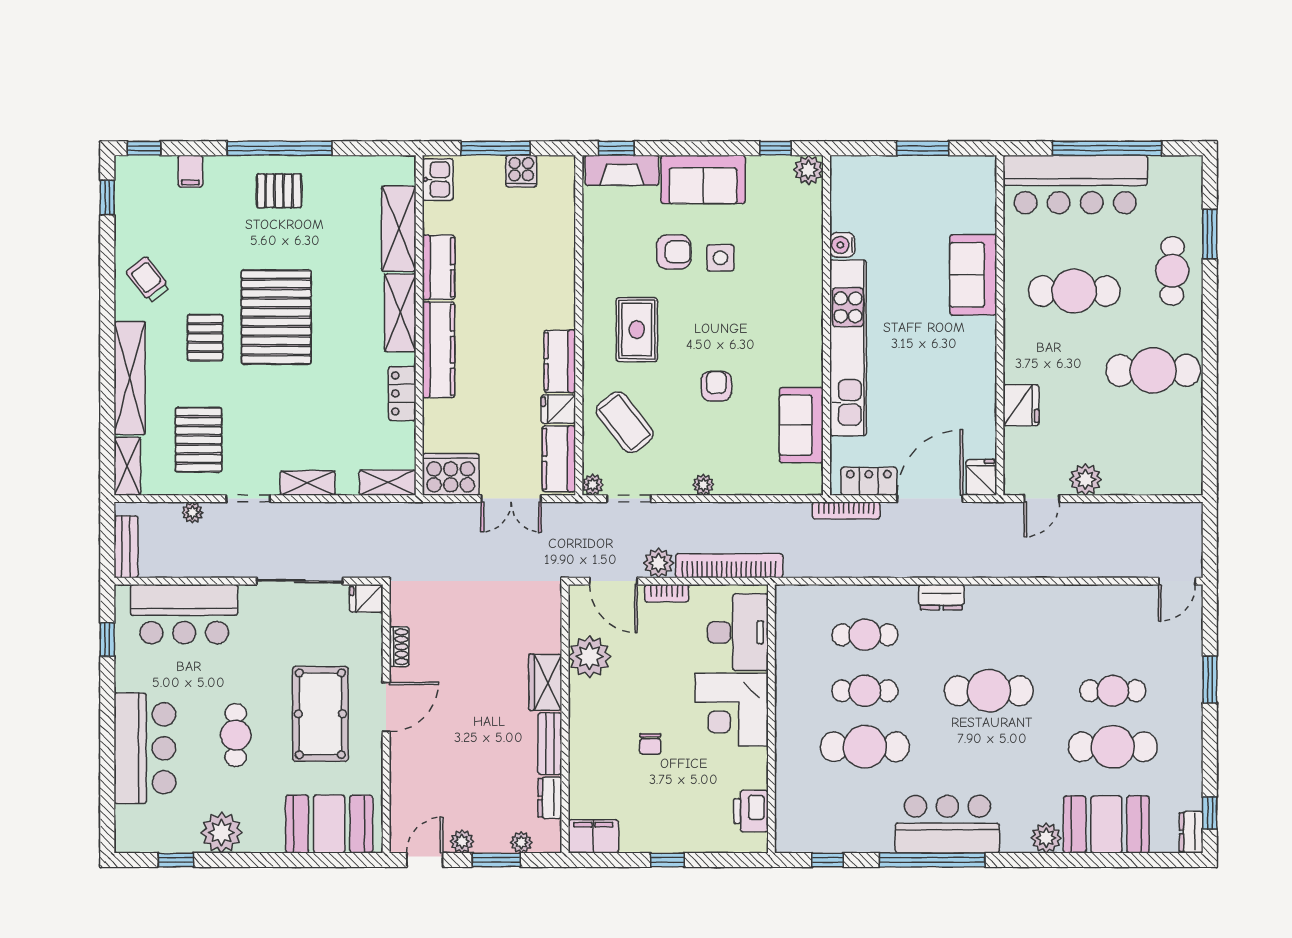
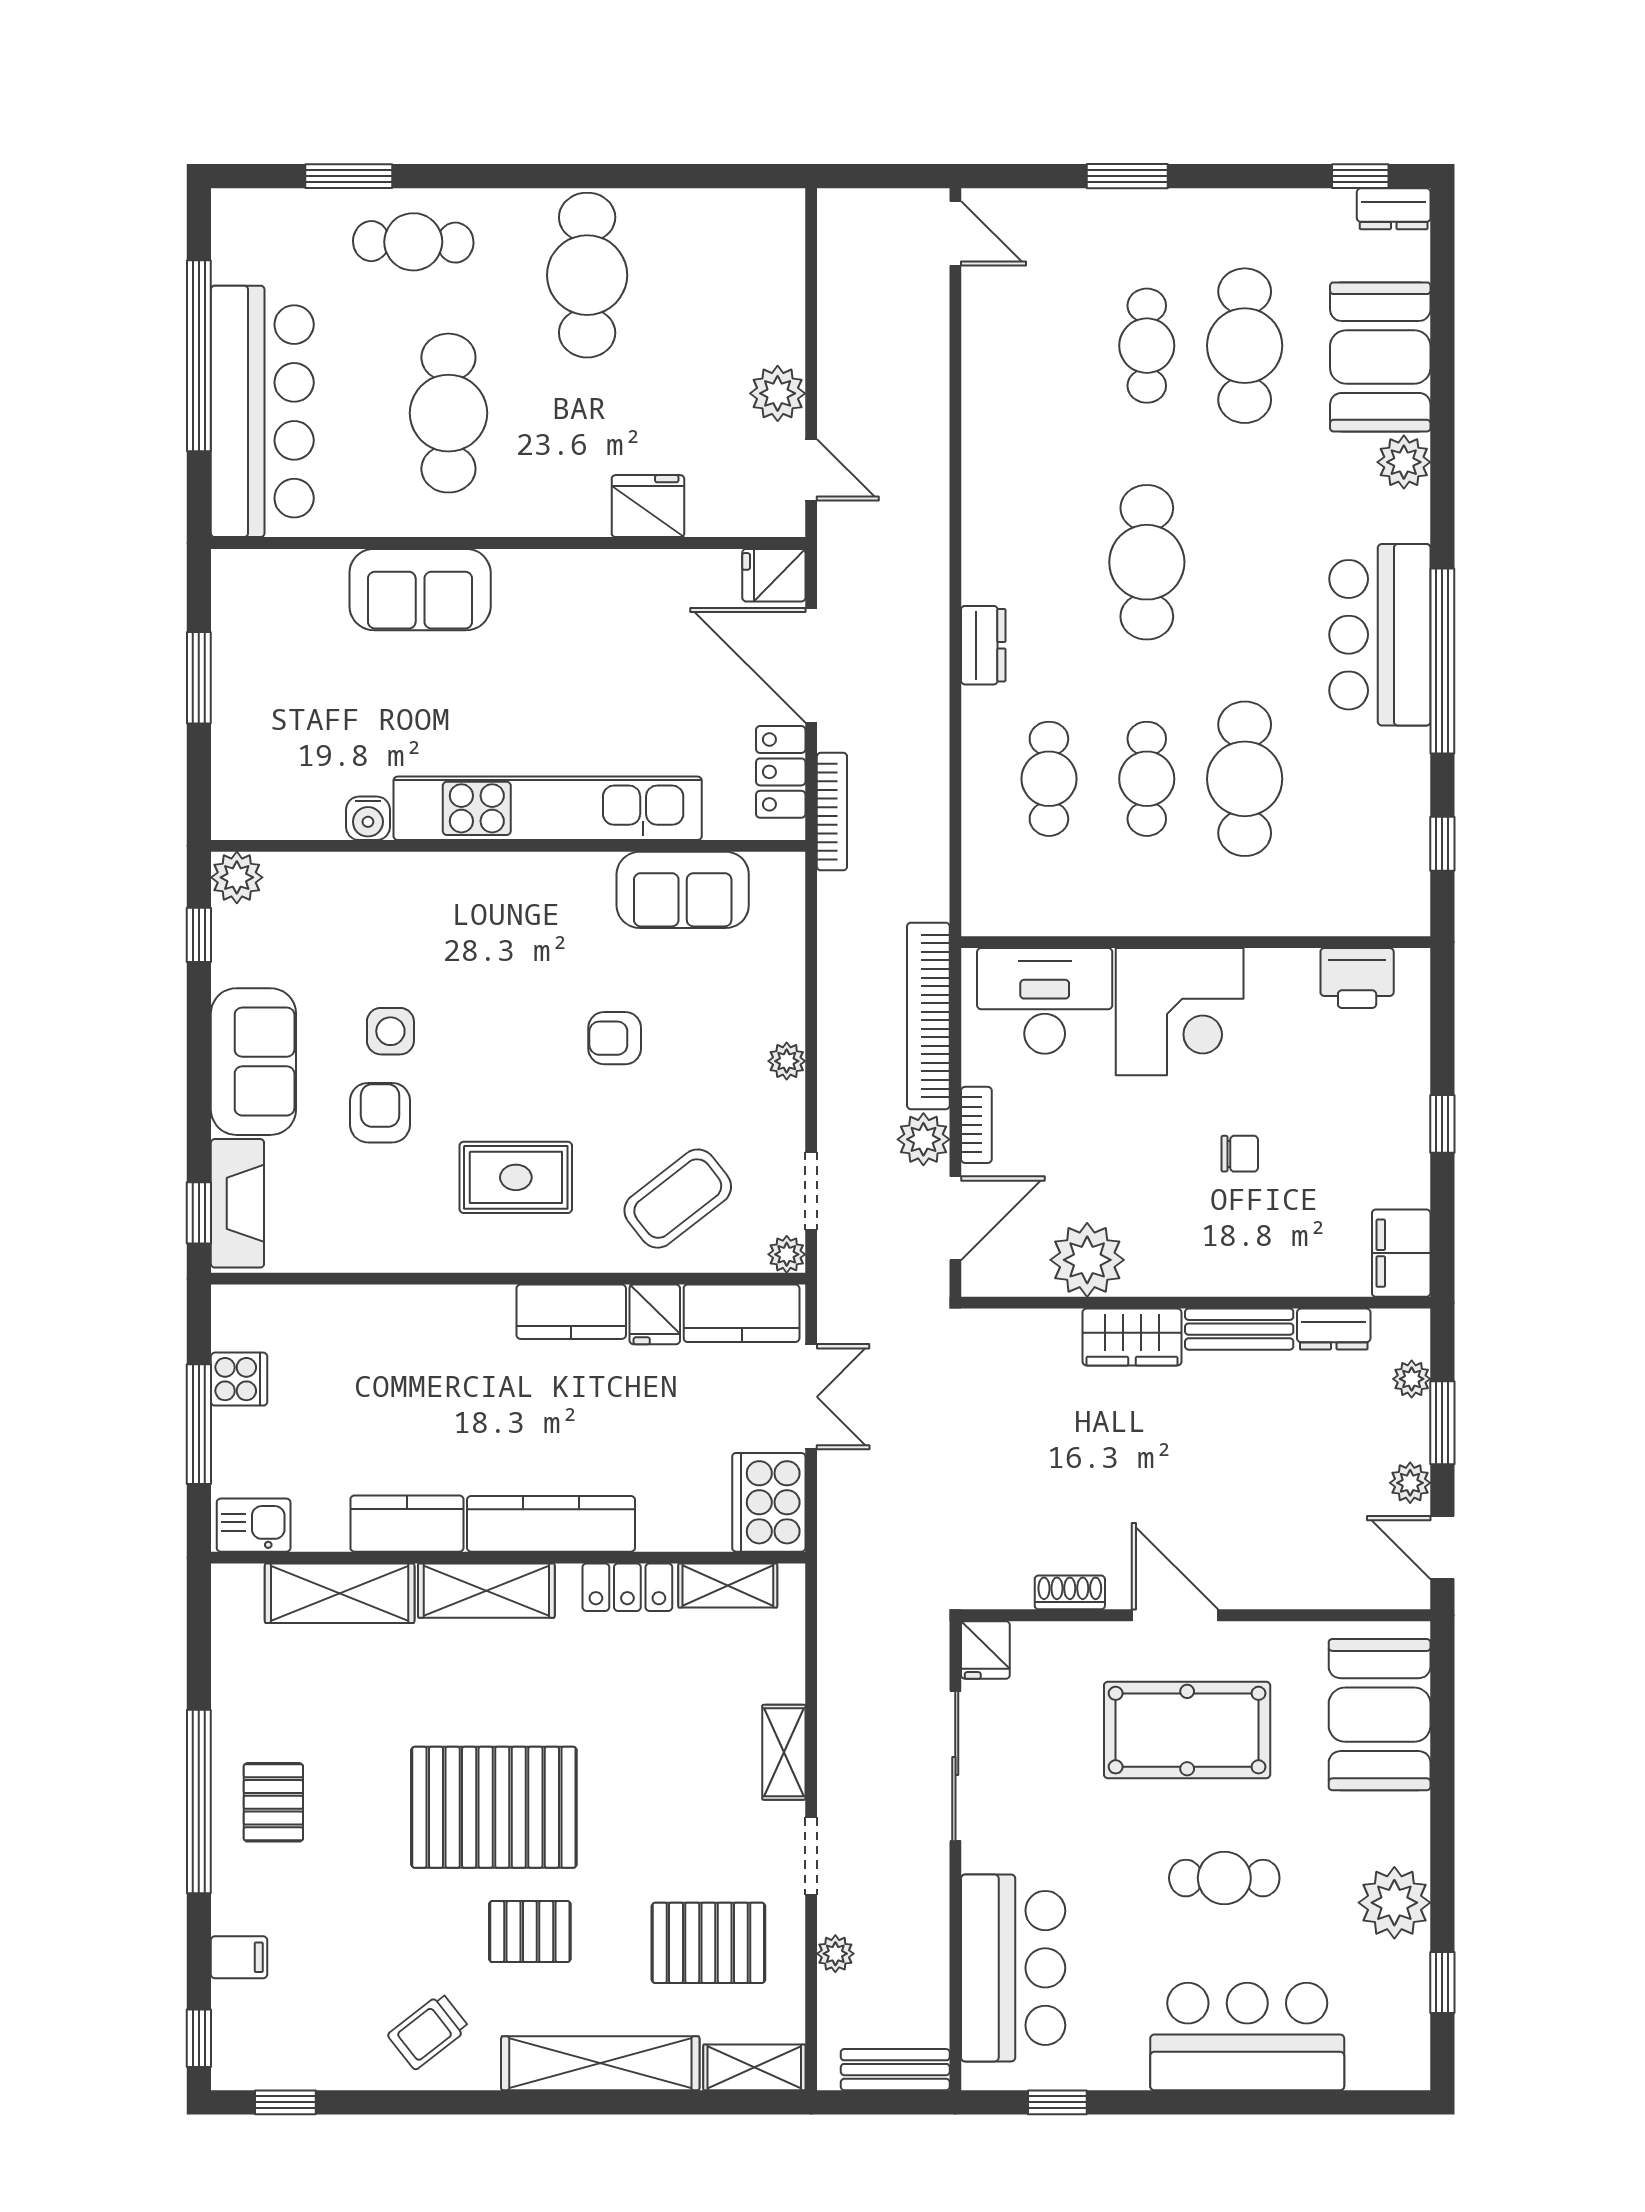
shelving: (388, 483) -> (728, 1586), moved, turned 90

